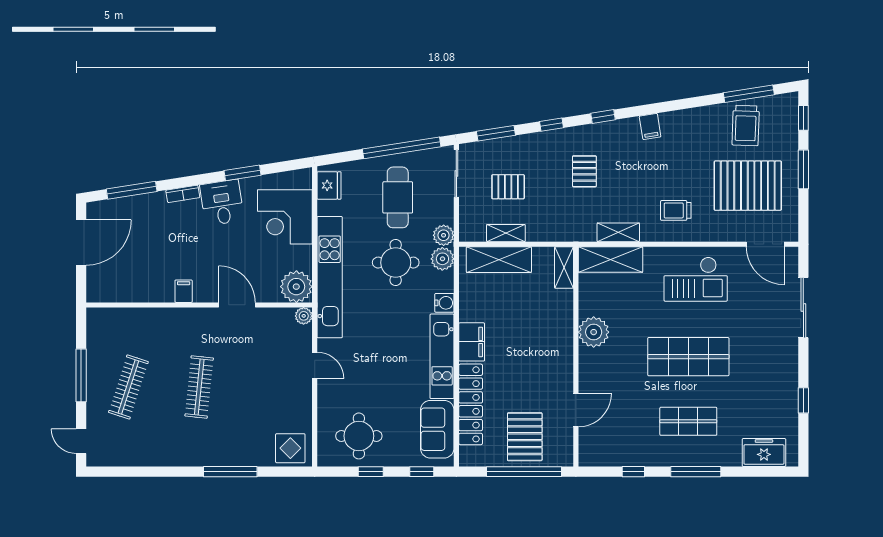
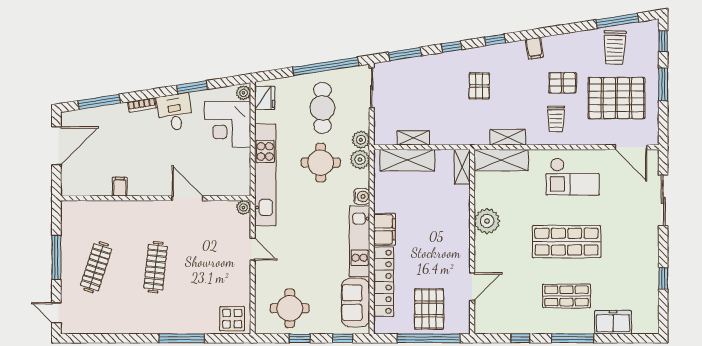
pallet: (508, 187) -> (562, 83), moved
trolley: (676, 210) -> (556, 119), turned -90
plant: (296, 287) -> (243, 93), moved, width x0.53, depth x0.53
filing cabinet: (184, 291) -> (120, 187), moved
freezer: (764, 453) -> (613, 322), moved

